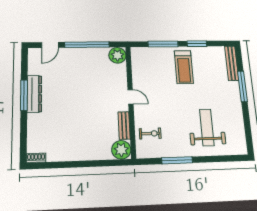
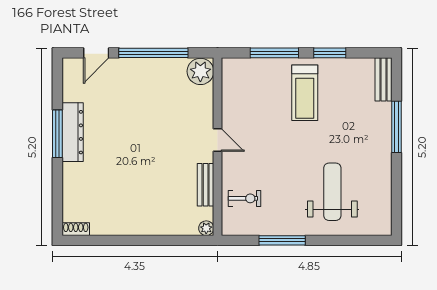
bench: (232, 63) -> (383, 79), width x0.73
plant: (121, 150) -> (206, 228), width x0.53, depth x0.53

